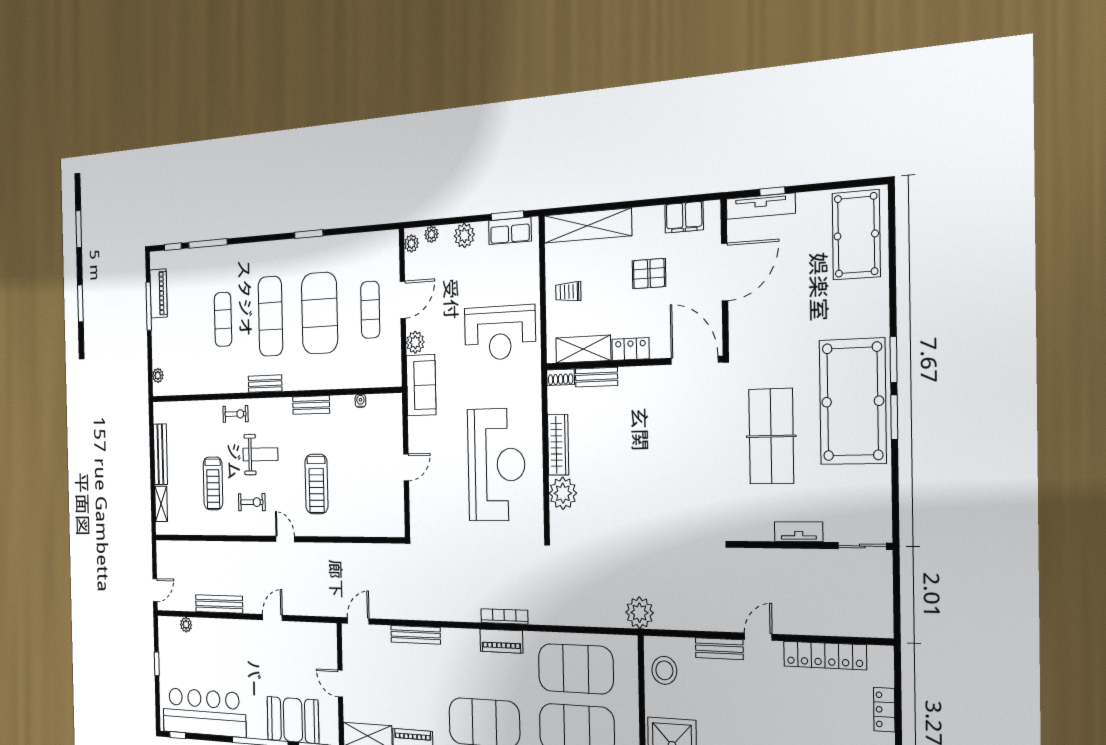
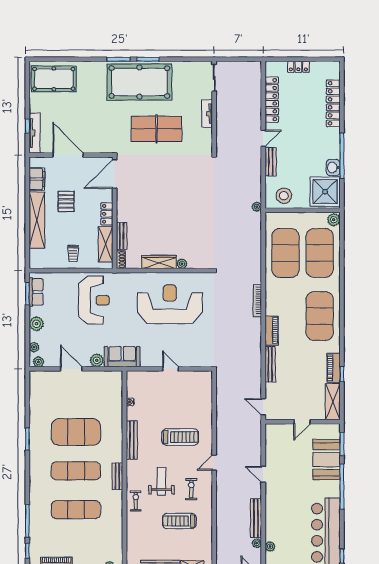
shelving: (587, 226) -> (37, 220), moved
exercise mat: (370, 310) -> (76, 393), removed
exercise mat: (223, 319) -> (76, 510), width x1.36, depth x1.45
bench: (311, 405) -> (132, 440), width x1.36
treadmill: (213, 483) -> (179, 521), turned 180
plant: (563, 493) -> (182, 264), width x0.53, depth x0.53
plant: (189, 604) -> (257, 543), added
plant: (639, 613) -> (257, 207), width x0.53, depth x0.53
door: (758, 637) -> (263, 138), swing flipped
piano: (501, 641) -> (272, 331), moved

